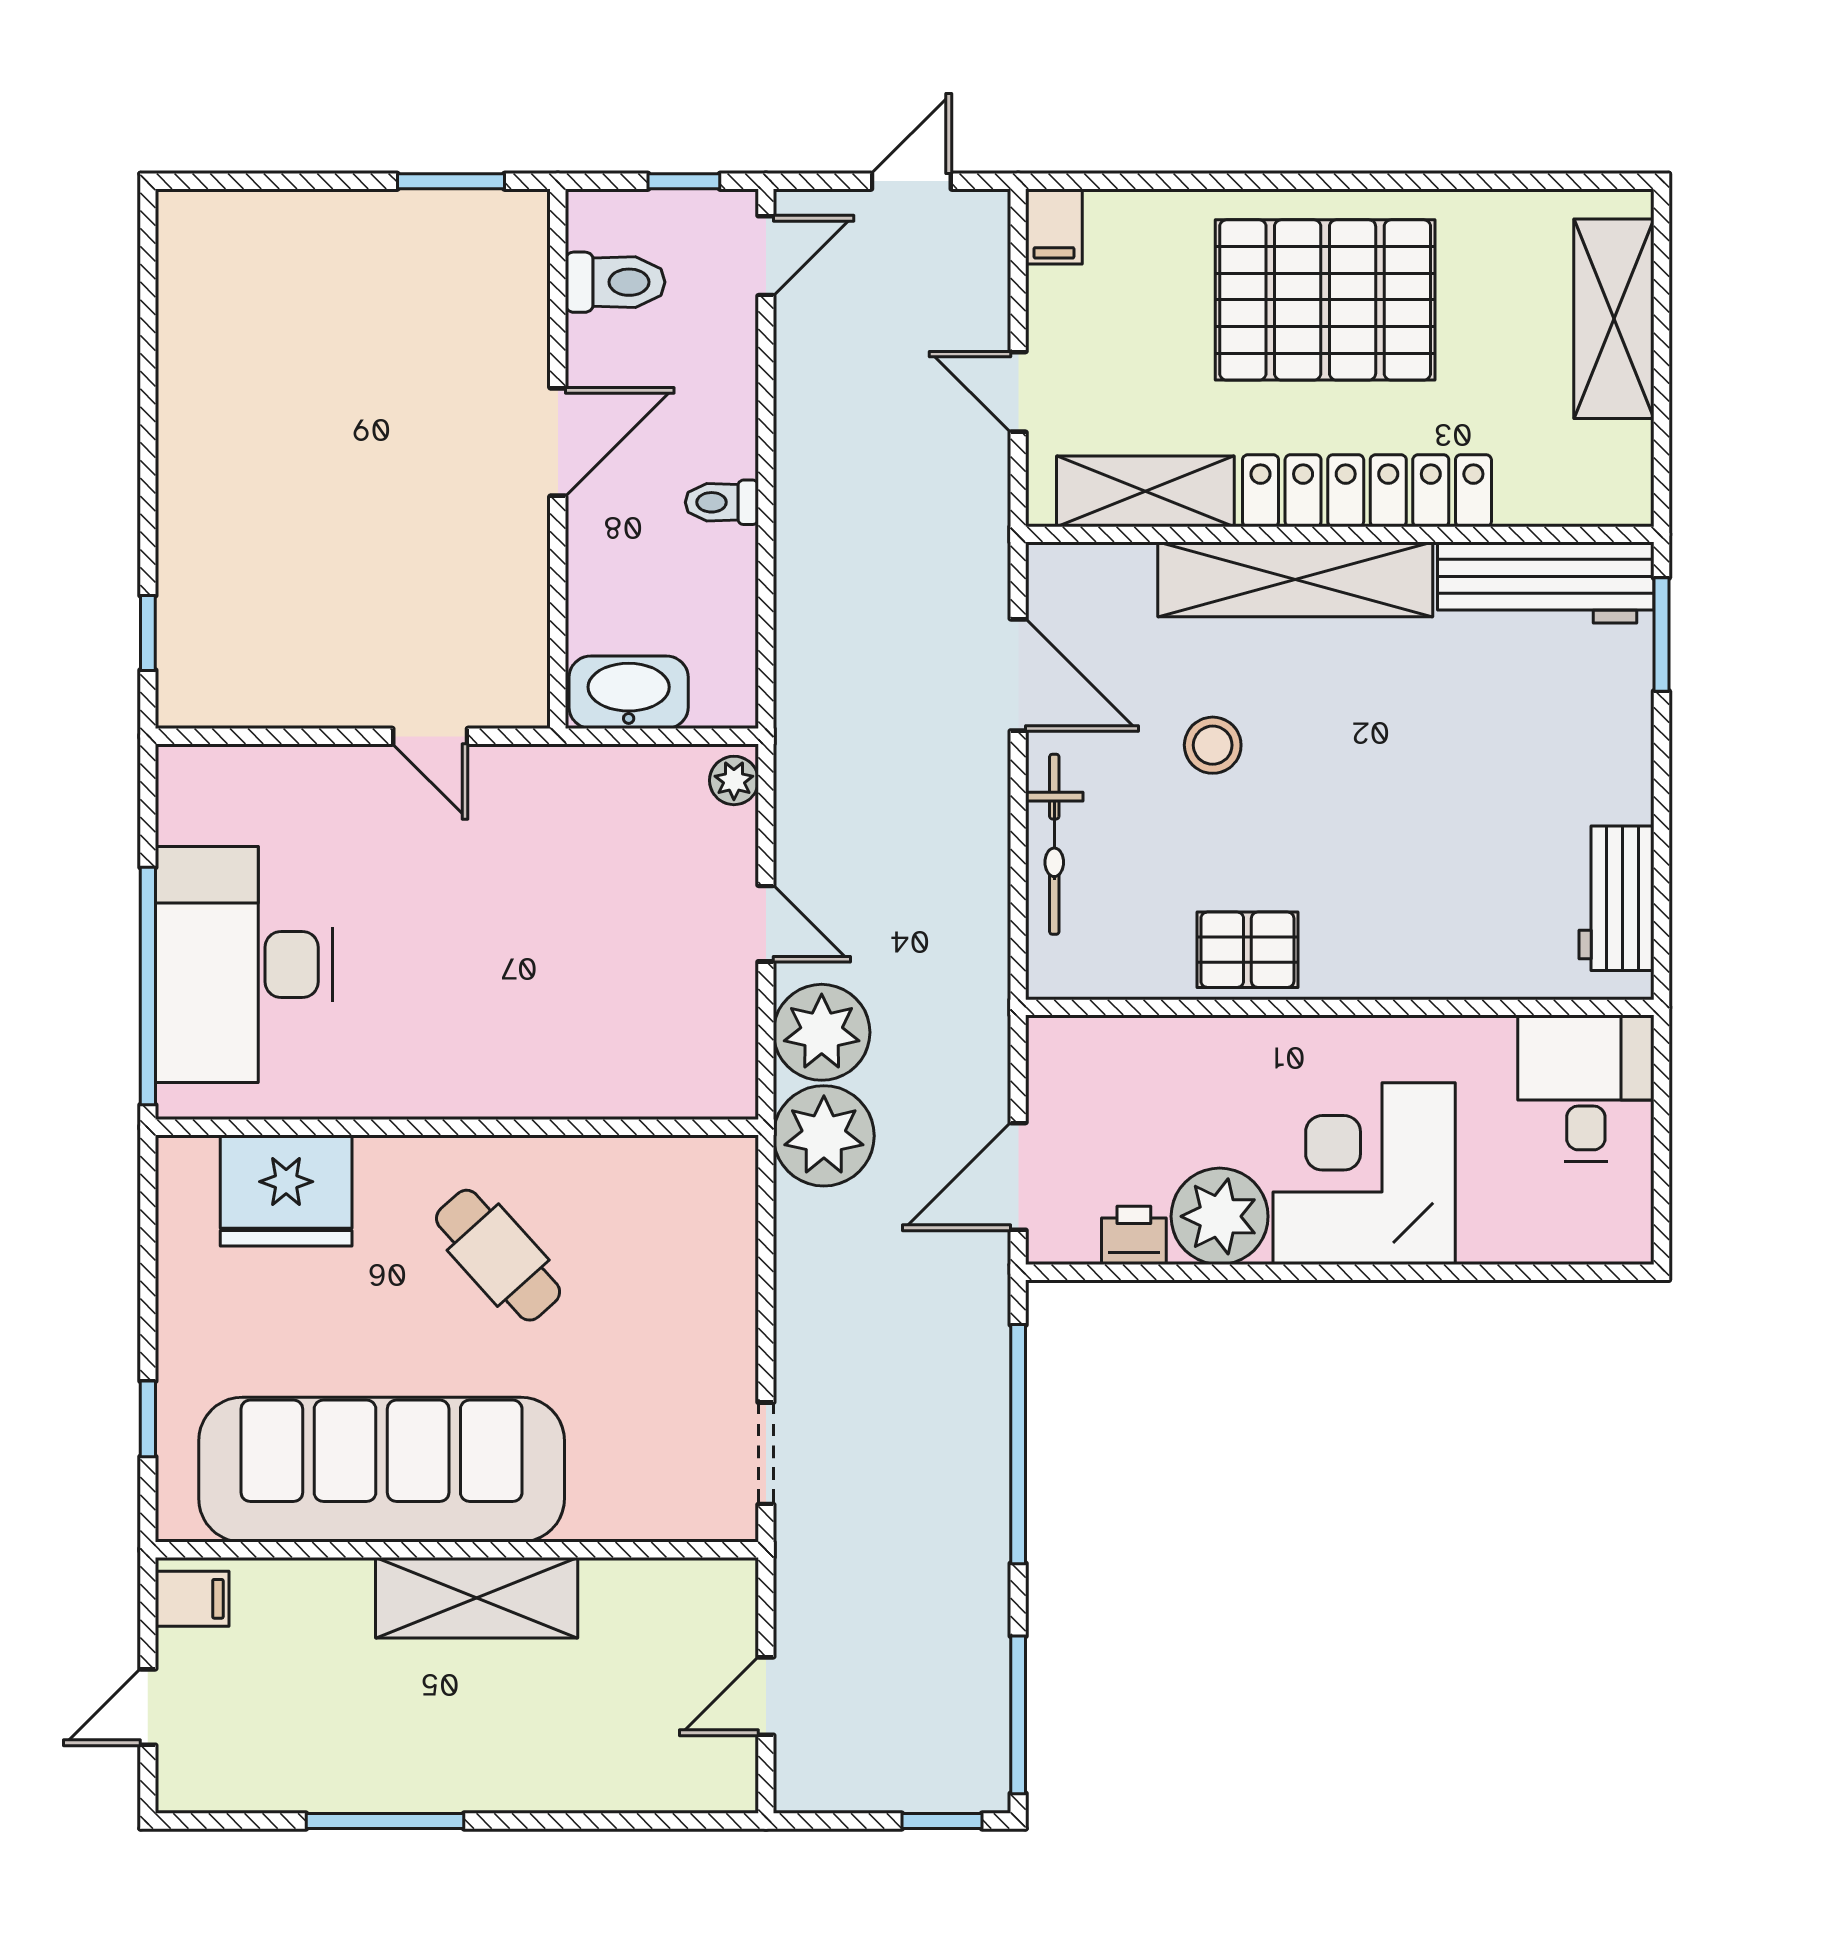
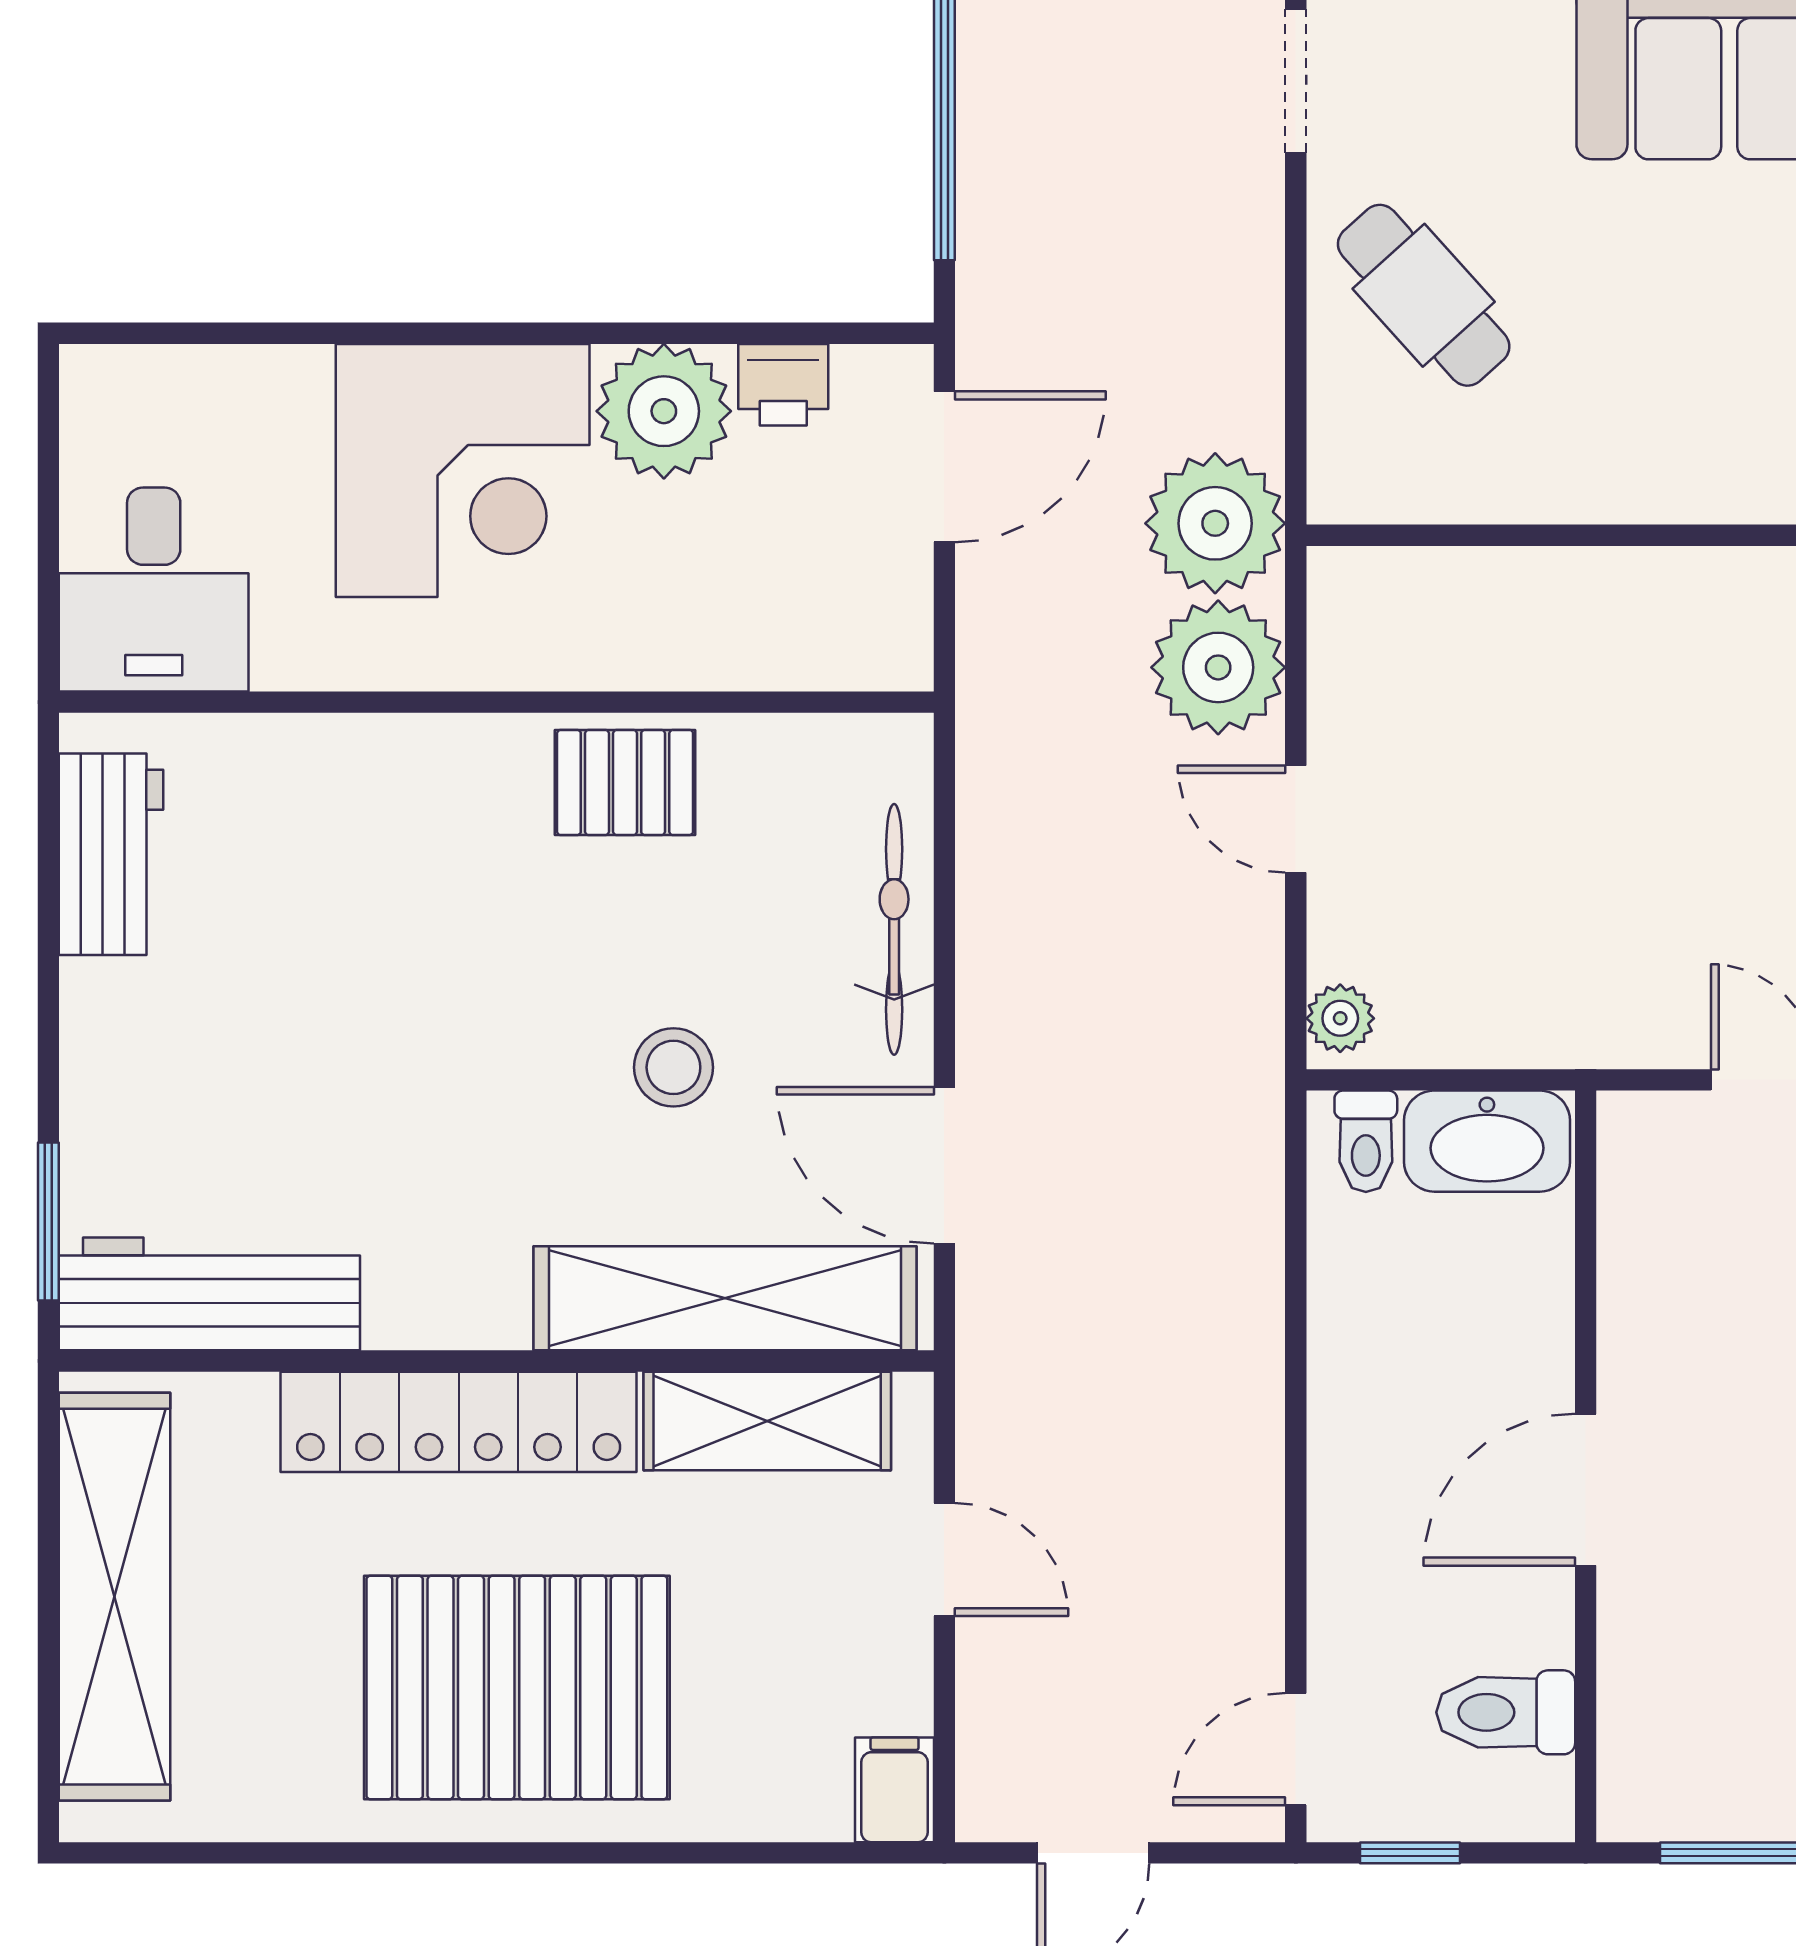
shelving: (1614, 319) -> (115, 1597), width x1.47
toilet: (722, 502) -> (1366, 1141), moved, turned 90
shelving: (1295, 579) -> (725, 1298), moved
cafe table: (498, 1255) -> (1424, 295), moved

